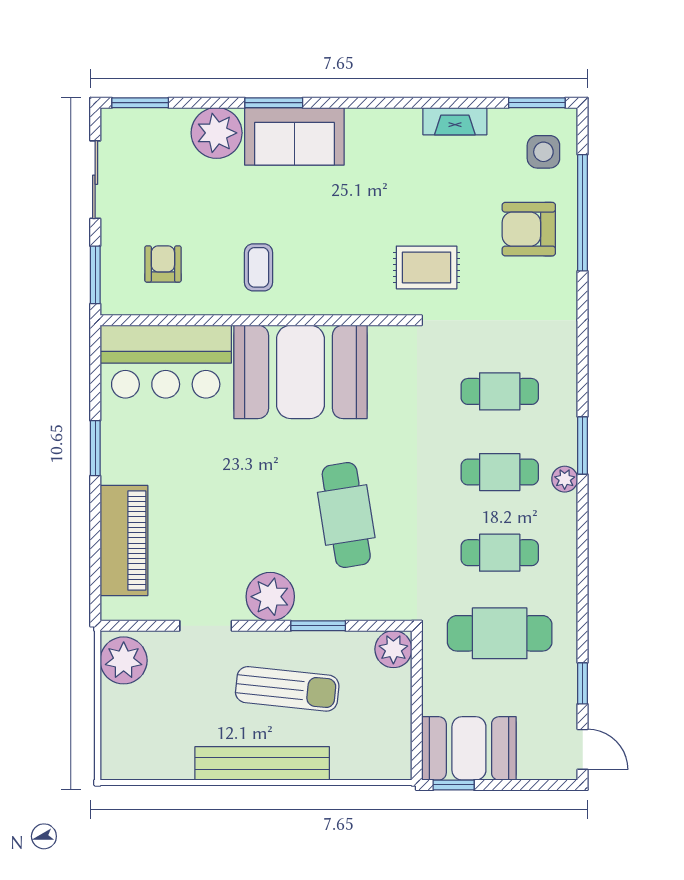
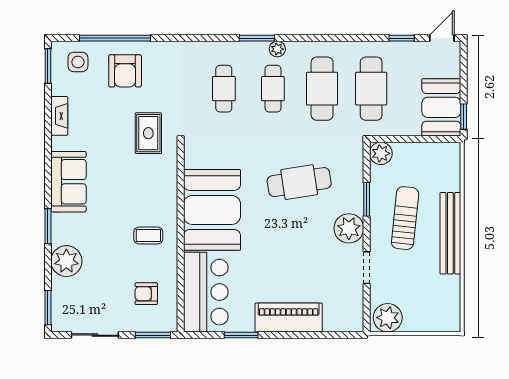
sofa: (294, 136) -> (68, 182), moved
window: (95, 448) -> (241, 335), moved
piano: (124, 540) -> (289, 317), moved
cafe table: (500, 553) -> (322, 89), width x1.37, depth x1.35

